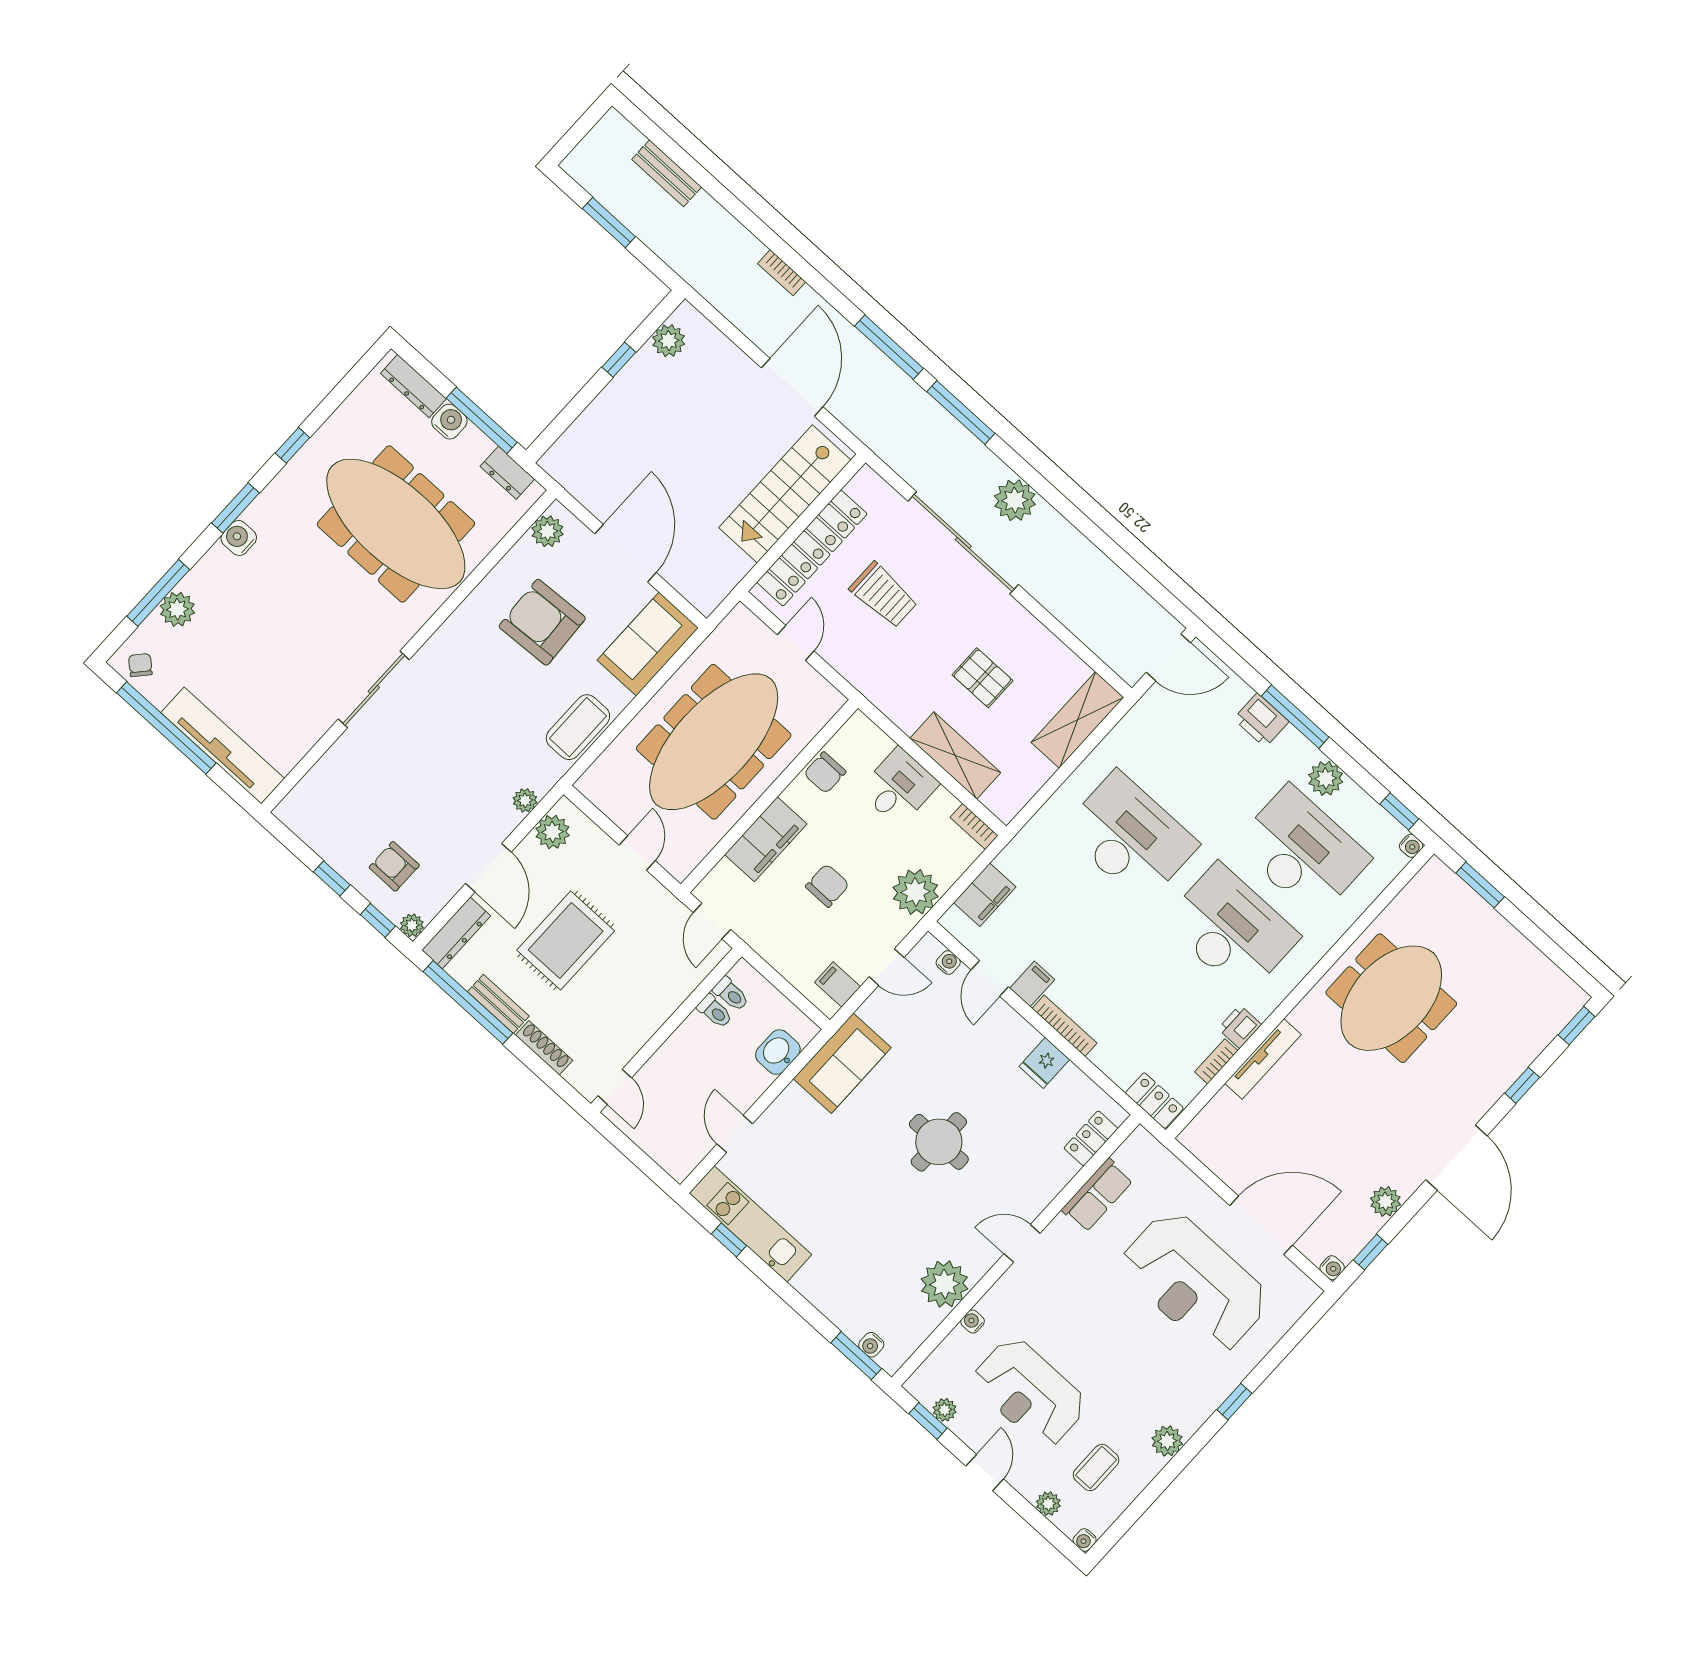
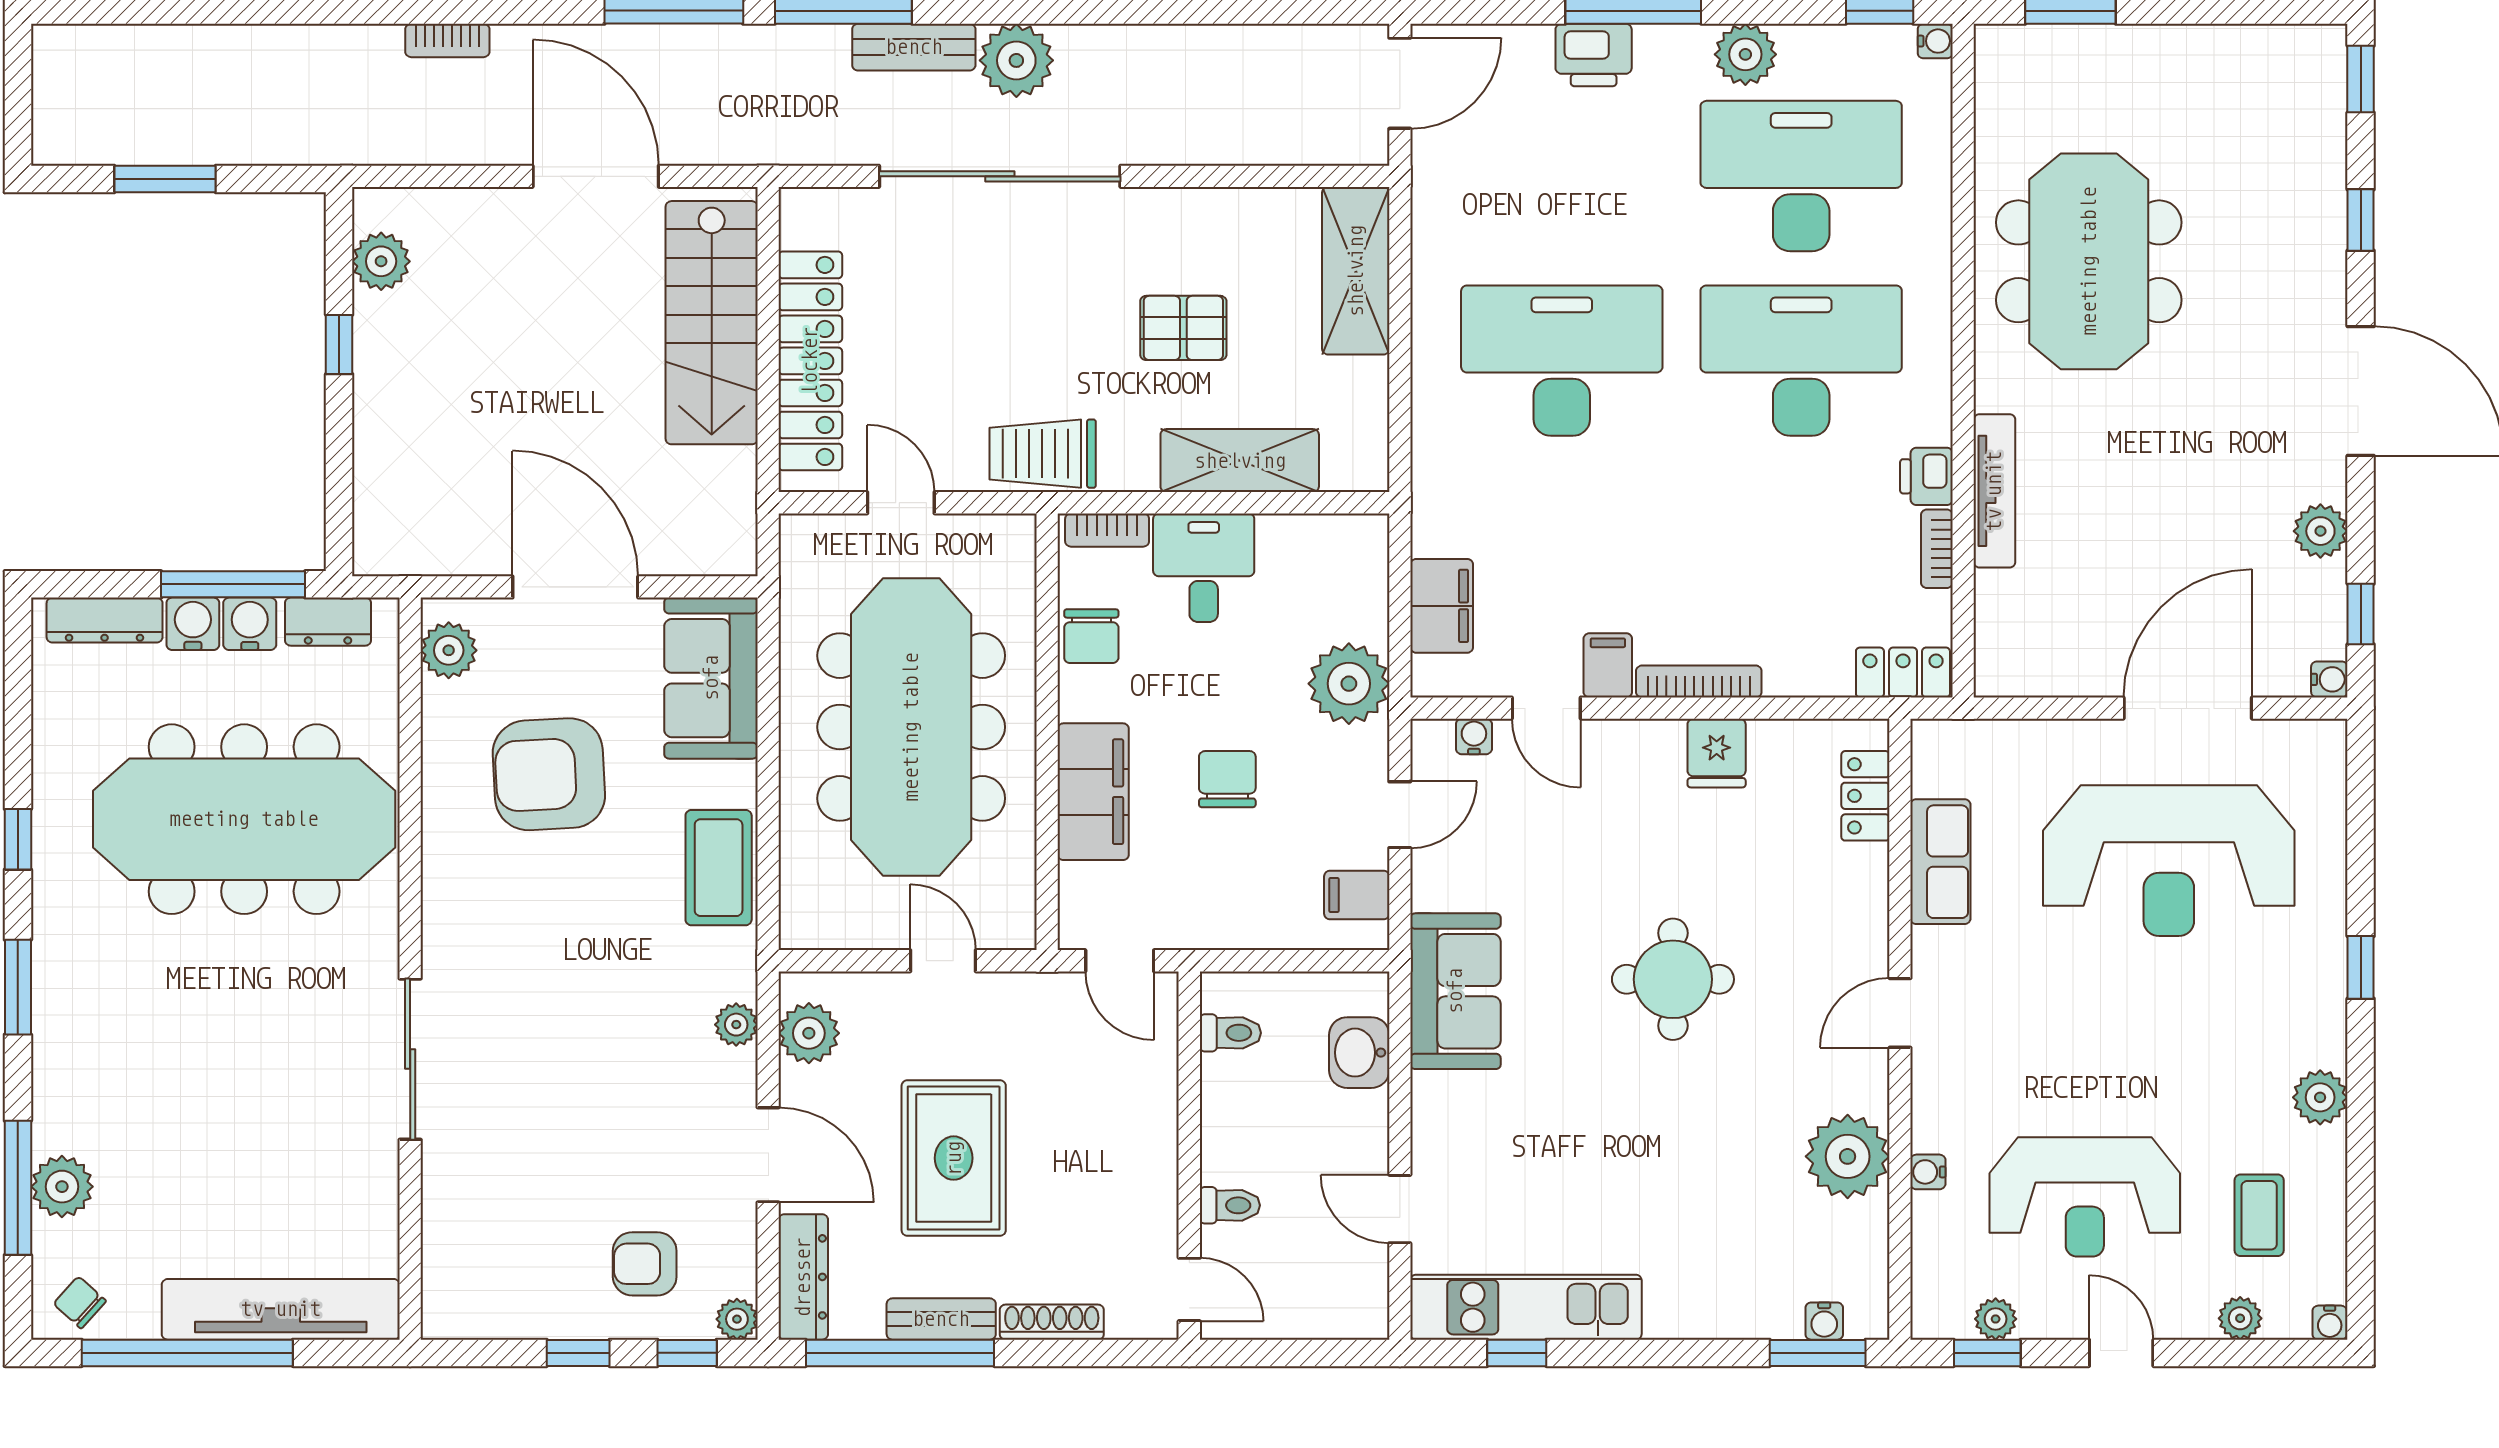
bench: (667, 173) -> (914, 47), moved
water cooler: (239, 538) -> (250, 624), moved, turned 90
trolley: (884, 595) -> (1043, 454), moved, turned 180
bookcase: (974, 826) -> (1107, 530), moved
toilet: (715, 1011) -> (1230, 1205), moved

